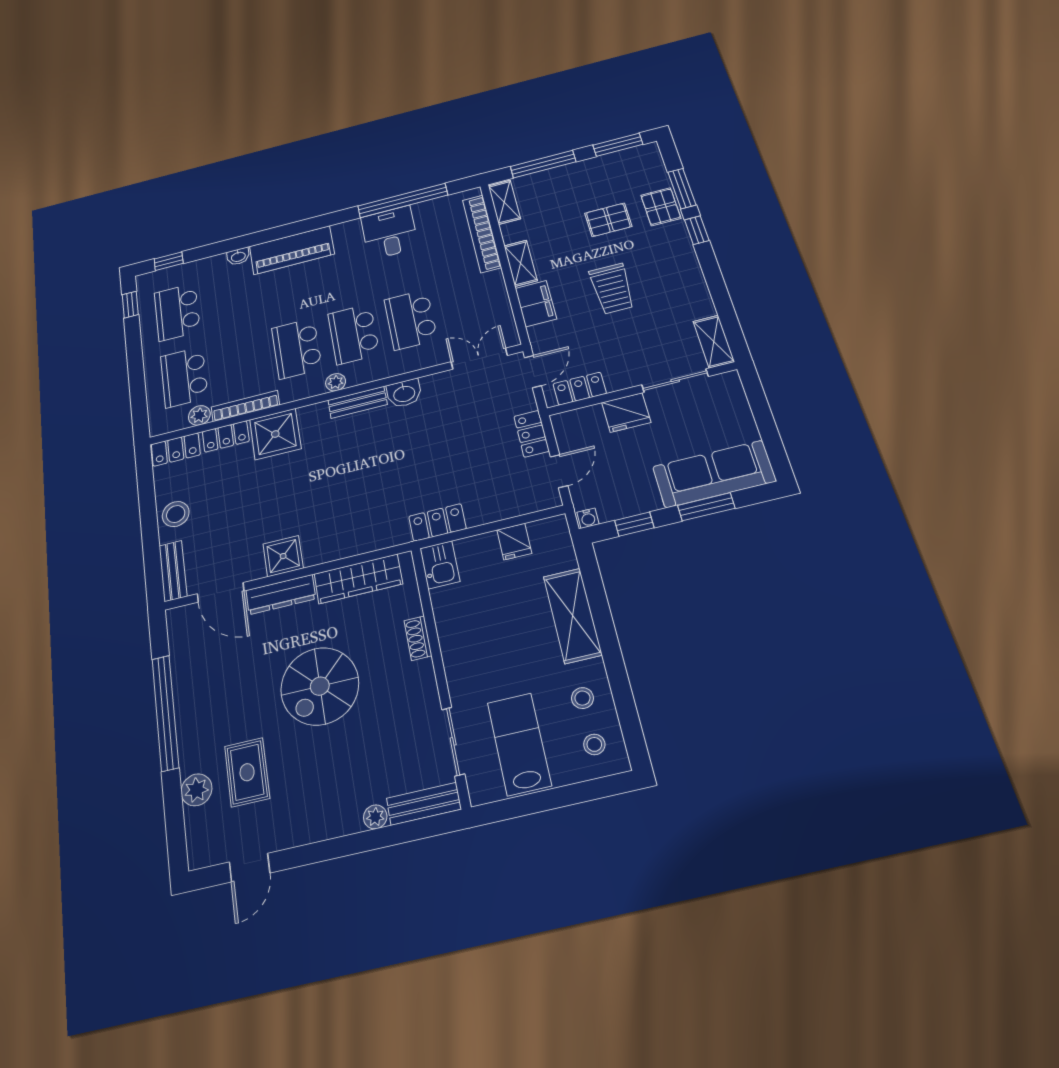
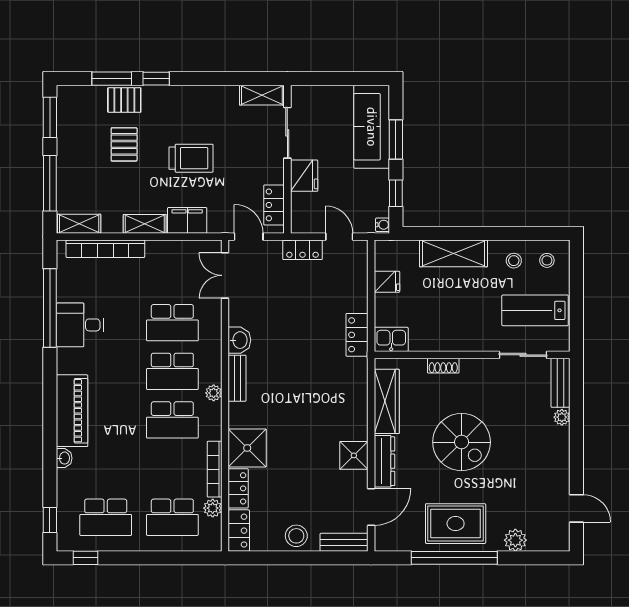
rug: (247, 772) -> (456, 524), moved, width x1.36, depth x1.43

